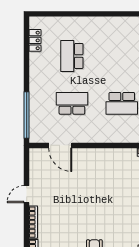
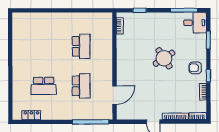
school desk: (72, 103) -> (81, 86), turned 180
round table: (107, 208) -> (164, 58), added

